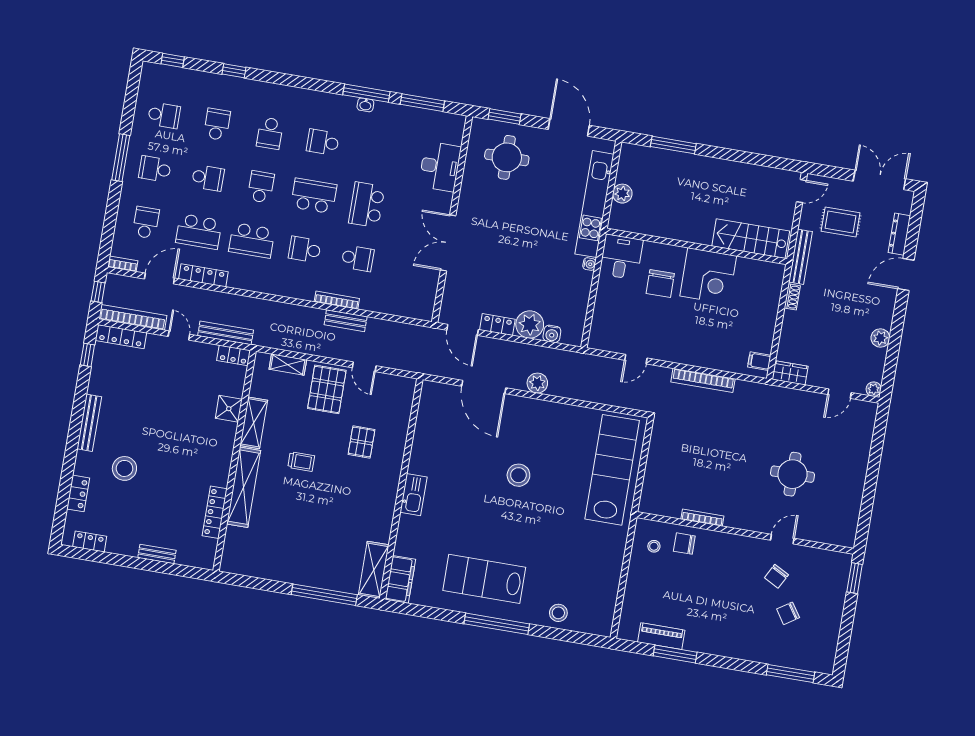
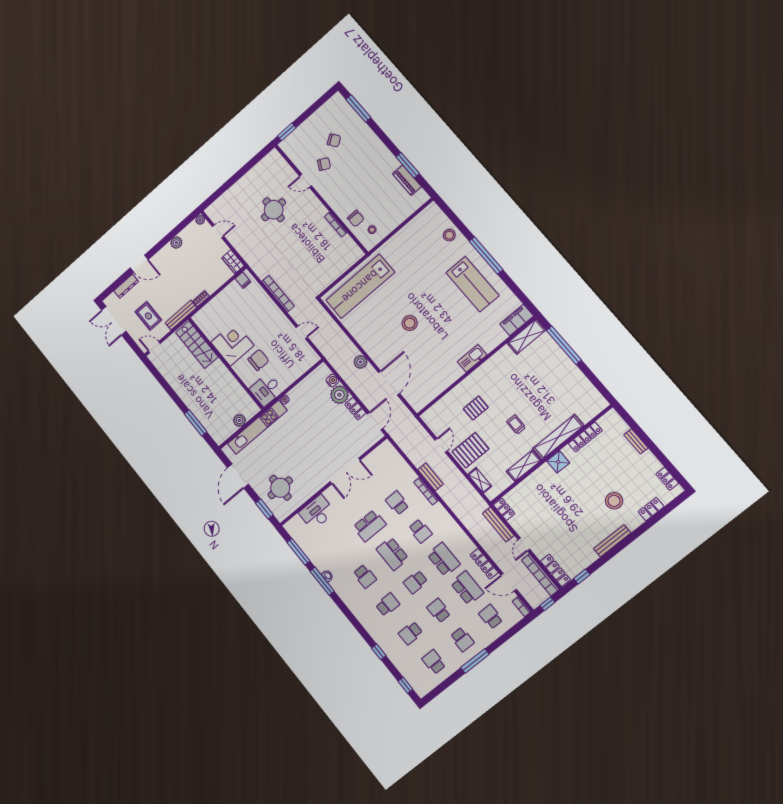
school desk: (146, 223) -> (491, 617), turned 90
shower: (229, 409) -> (558, 462), moved

